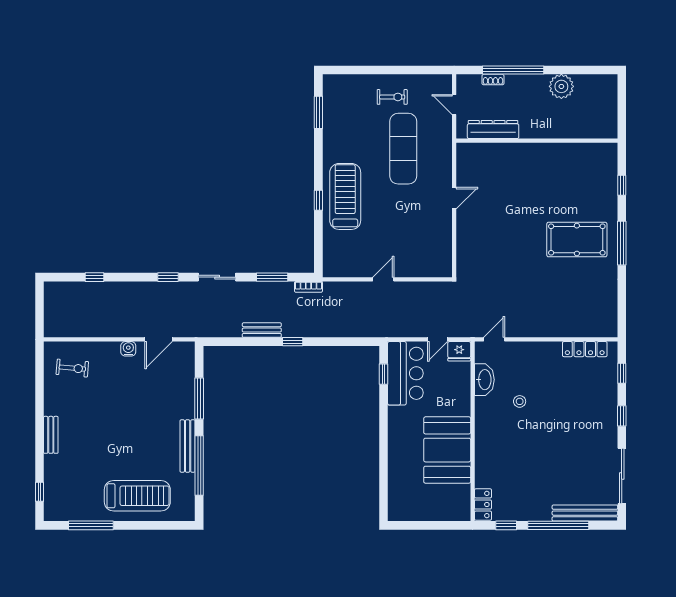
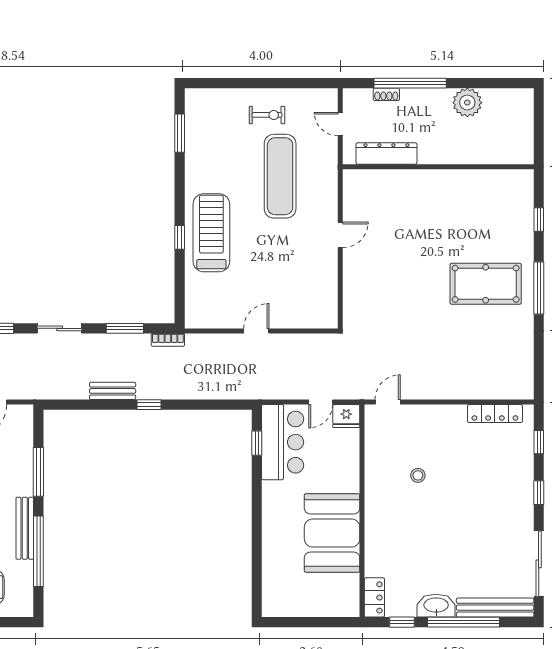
washbasin: (484, 380) -> (436, 606), moved, turned -90

